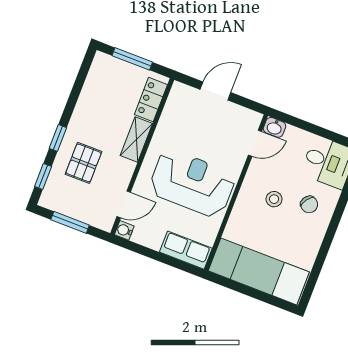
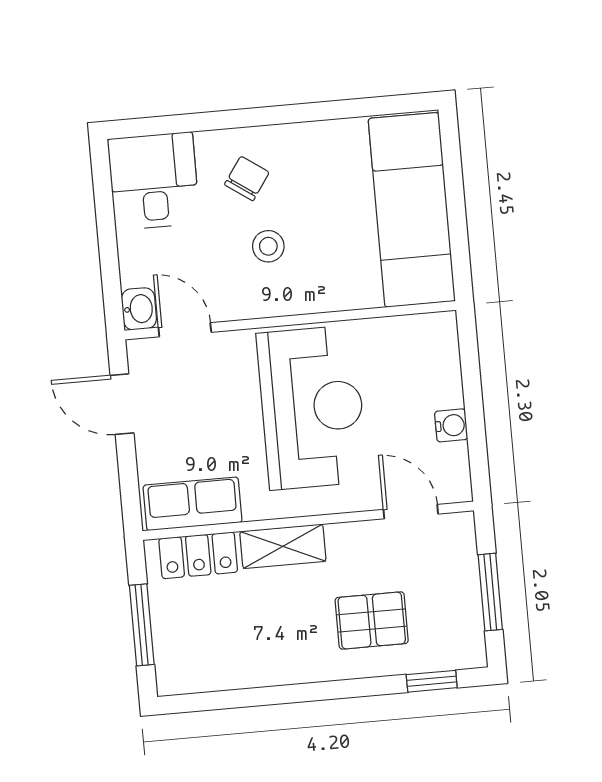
door: (215, 91) -> (122, 404), moved
window: (58, 138) -> (349, 689), removed
reception desk: (192, 183) -> (312, 408), turned 180
water cooler: (124, 230) -> (451, 425), moved, turned -90
row of seats: (186, 250) -> (193, 504), moved, turned 90

